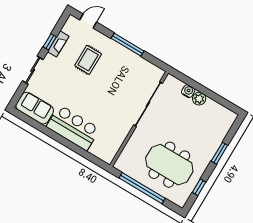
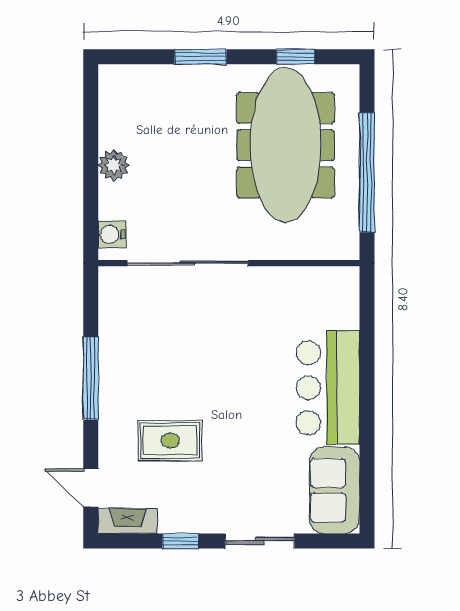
fireplace: (58, 44) -> (128, 521), moved
water cooler: (188, 91) -> (112, 234), moved
meeting table: (169, 165) -> (286, 145), width x1.36

